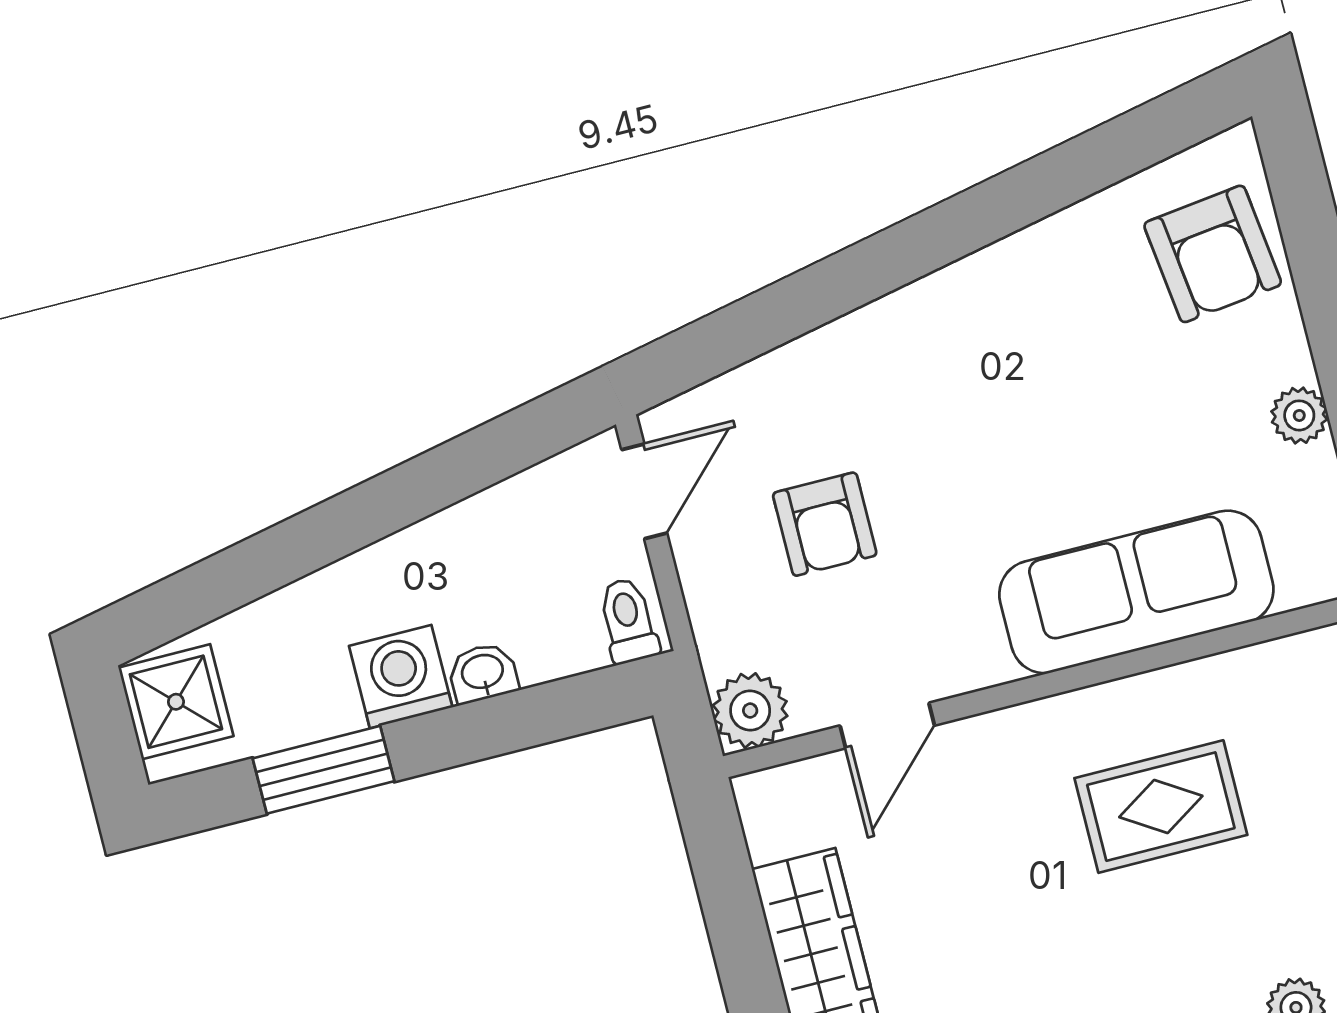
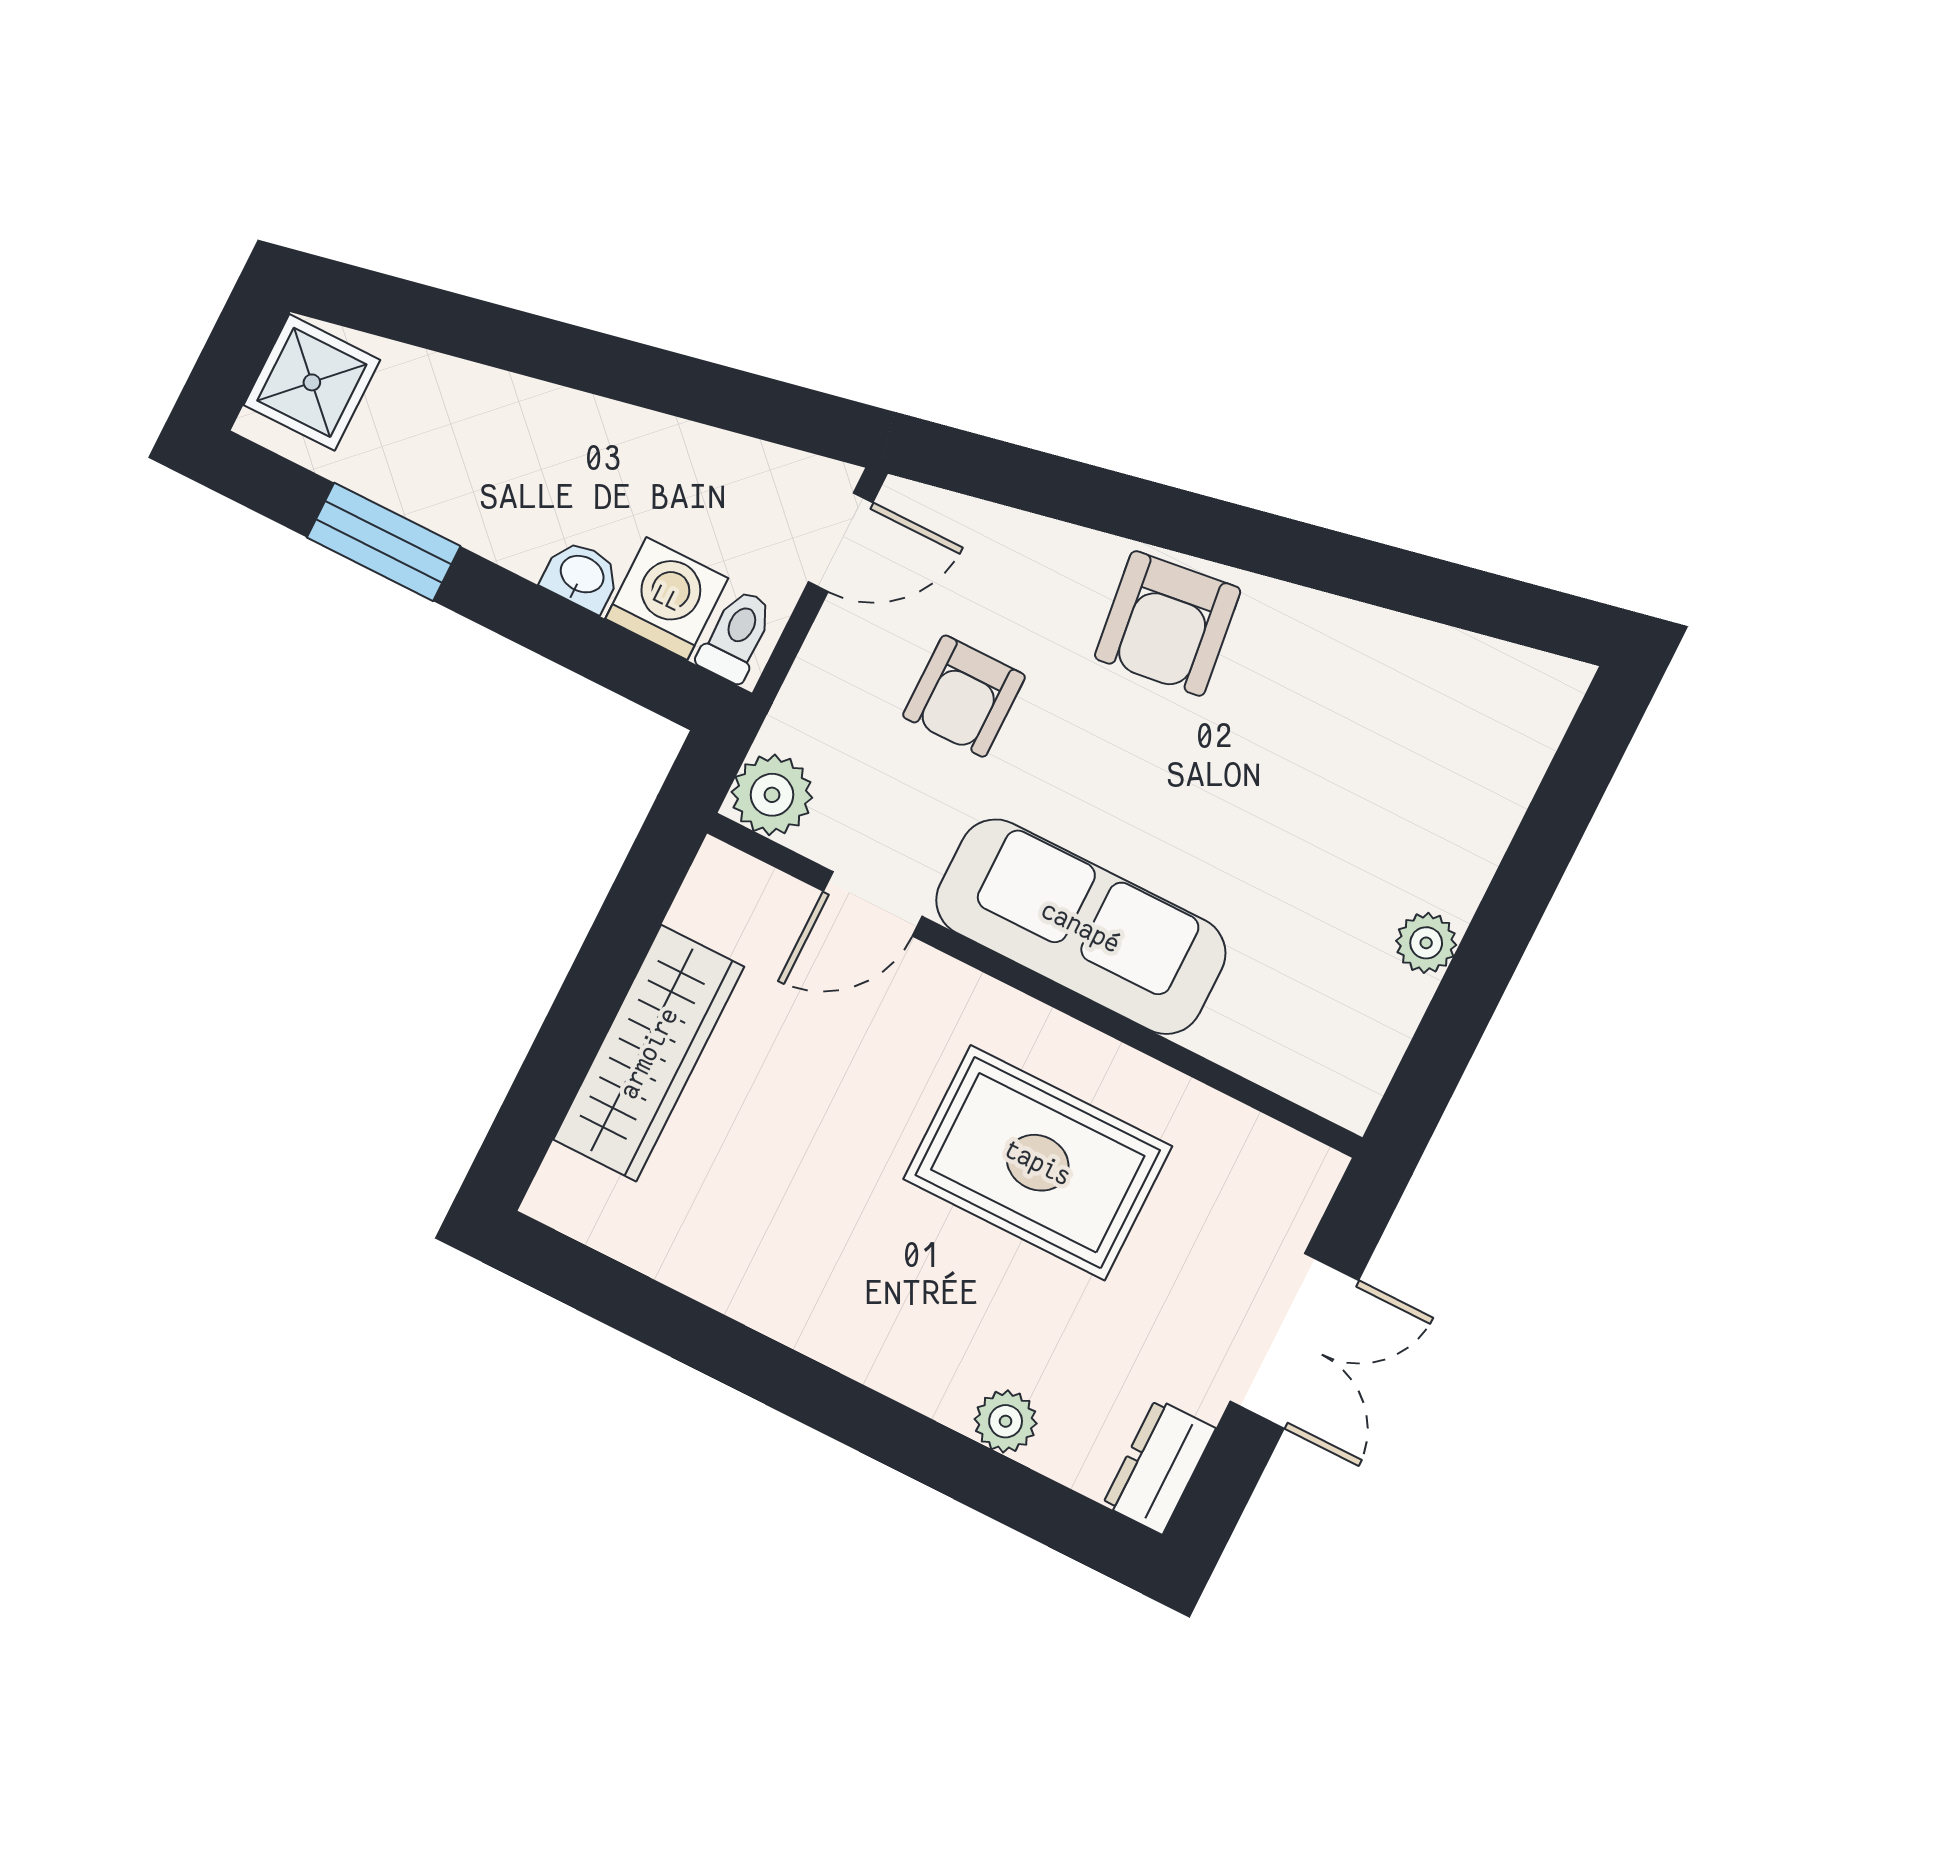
armchair: (1213, 254) -> (1168, 623), moved
sofa: (1136, 592) -> (1081, 927), moved
washing machine: (401, 677) -> (667, 598), moved
rug: (1161, 807) -> (1038, 1163), width x1.36, depth x1.43

